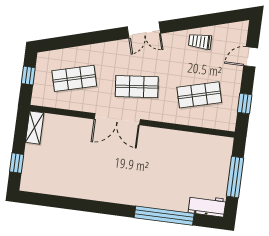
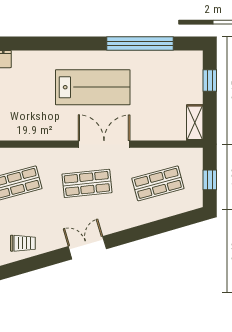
lab bench: (120, 171) -> (93, 87), added
window: (164, 216) -> (140, 43), moved

